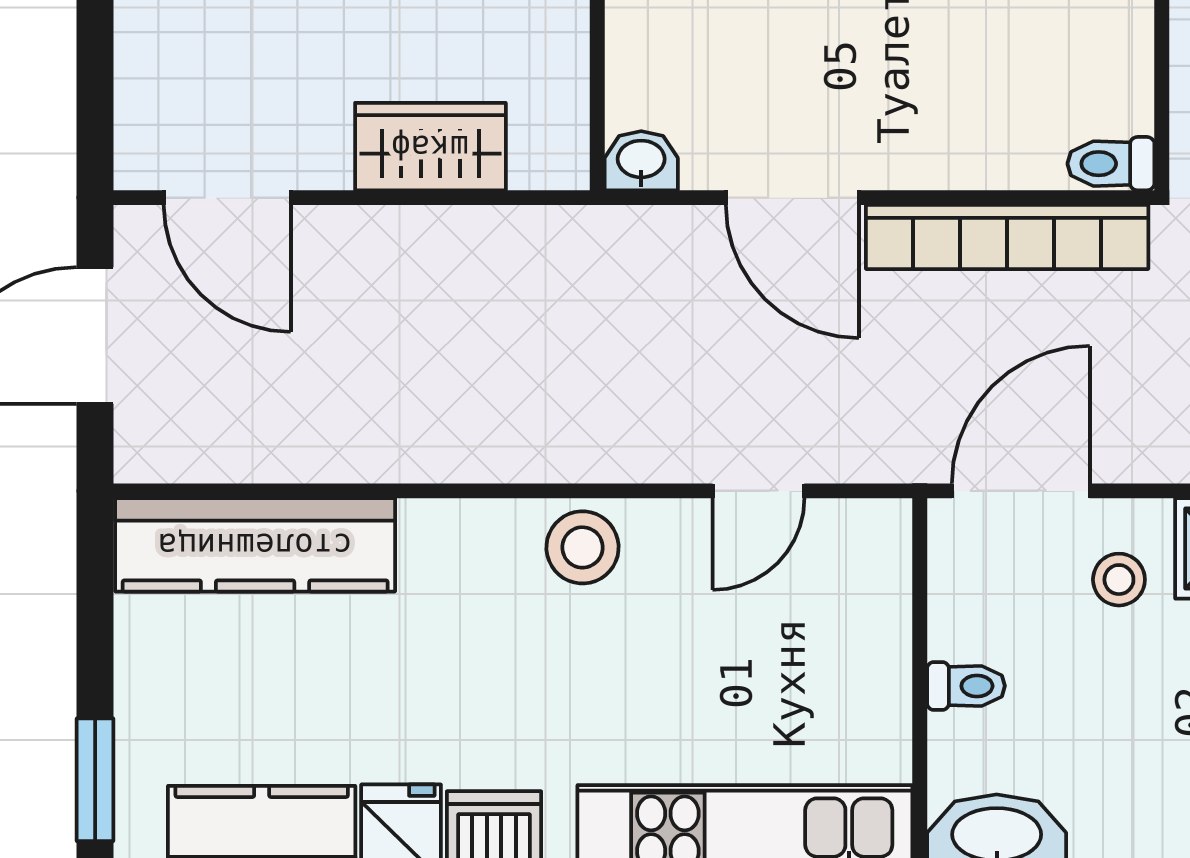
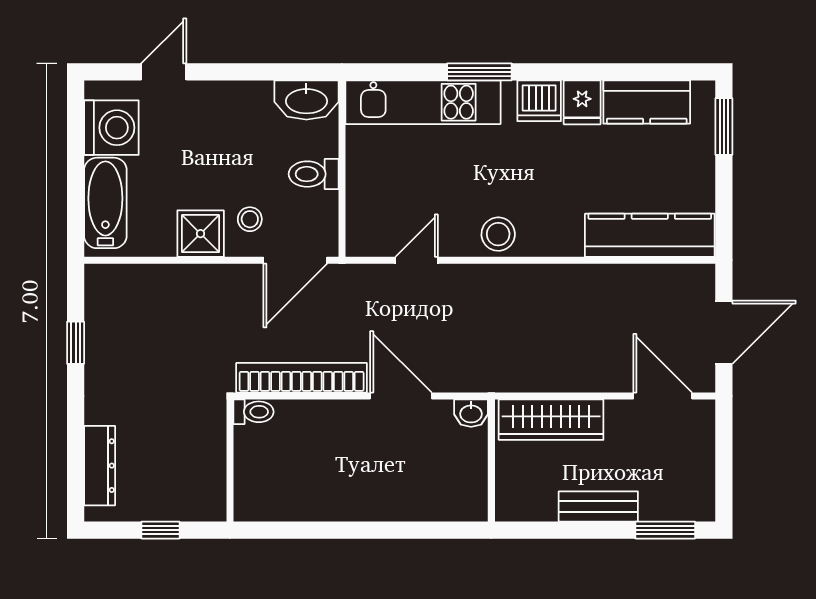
wardrobe: (430, 147) -> (551, 420), width x1.50
toilet: (966, 686) -> (314, 174), width x1.37, depth x1.39

